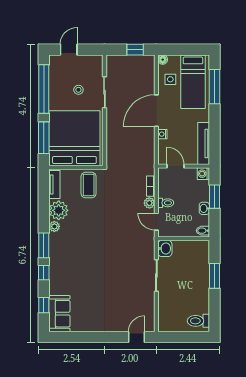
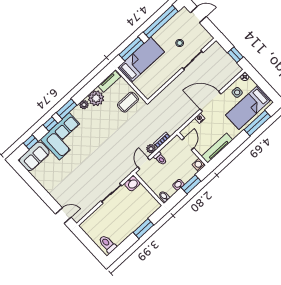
bed: (74, 138) -> (141, 60), width x0.49
corner sofa: (66, 270) -> (64, 136), added

